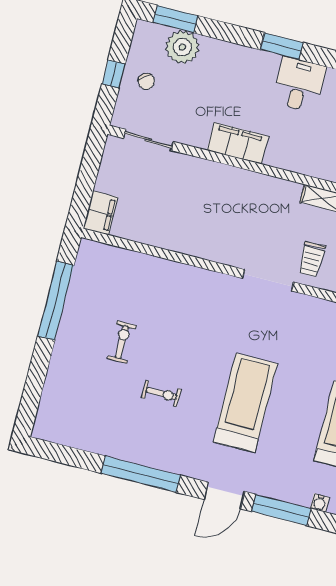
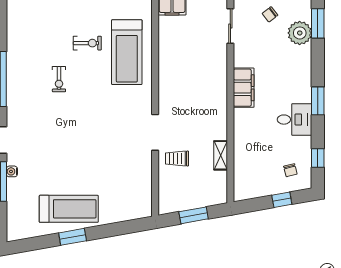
treadmill: (245, 403) -> (127, 52), moved, turned 90
water cooler: (320, 503) -> (12, 171), moved

